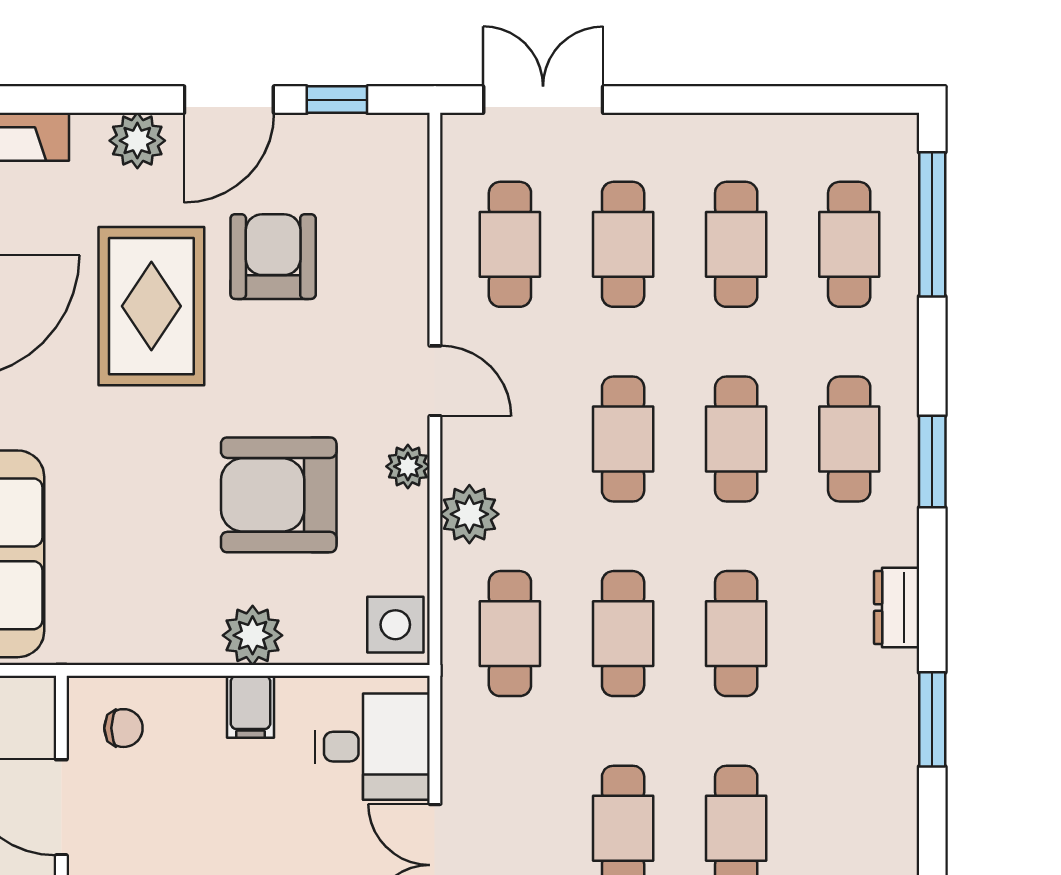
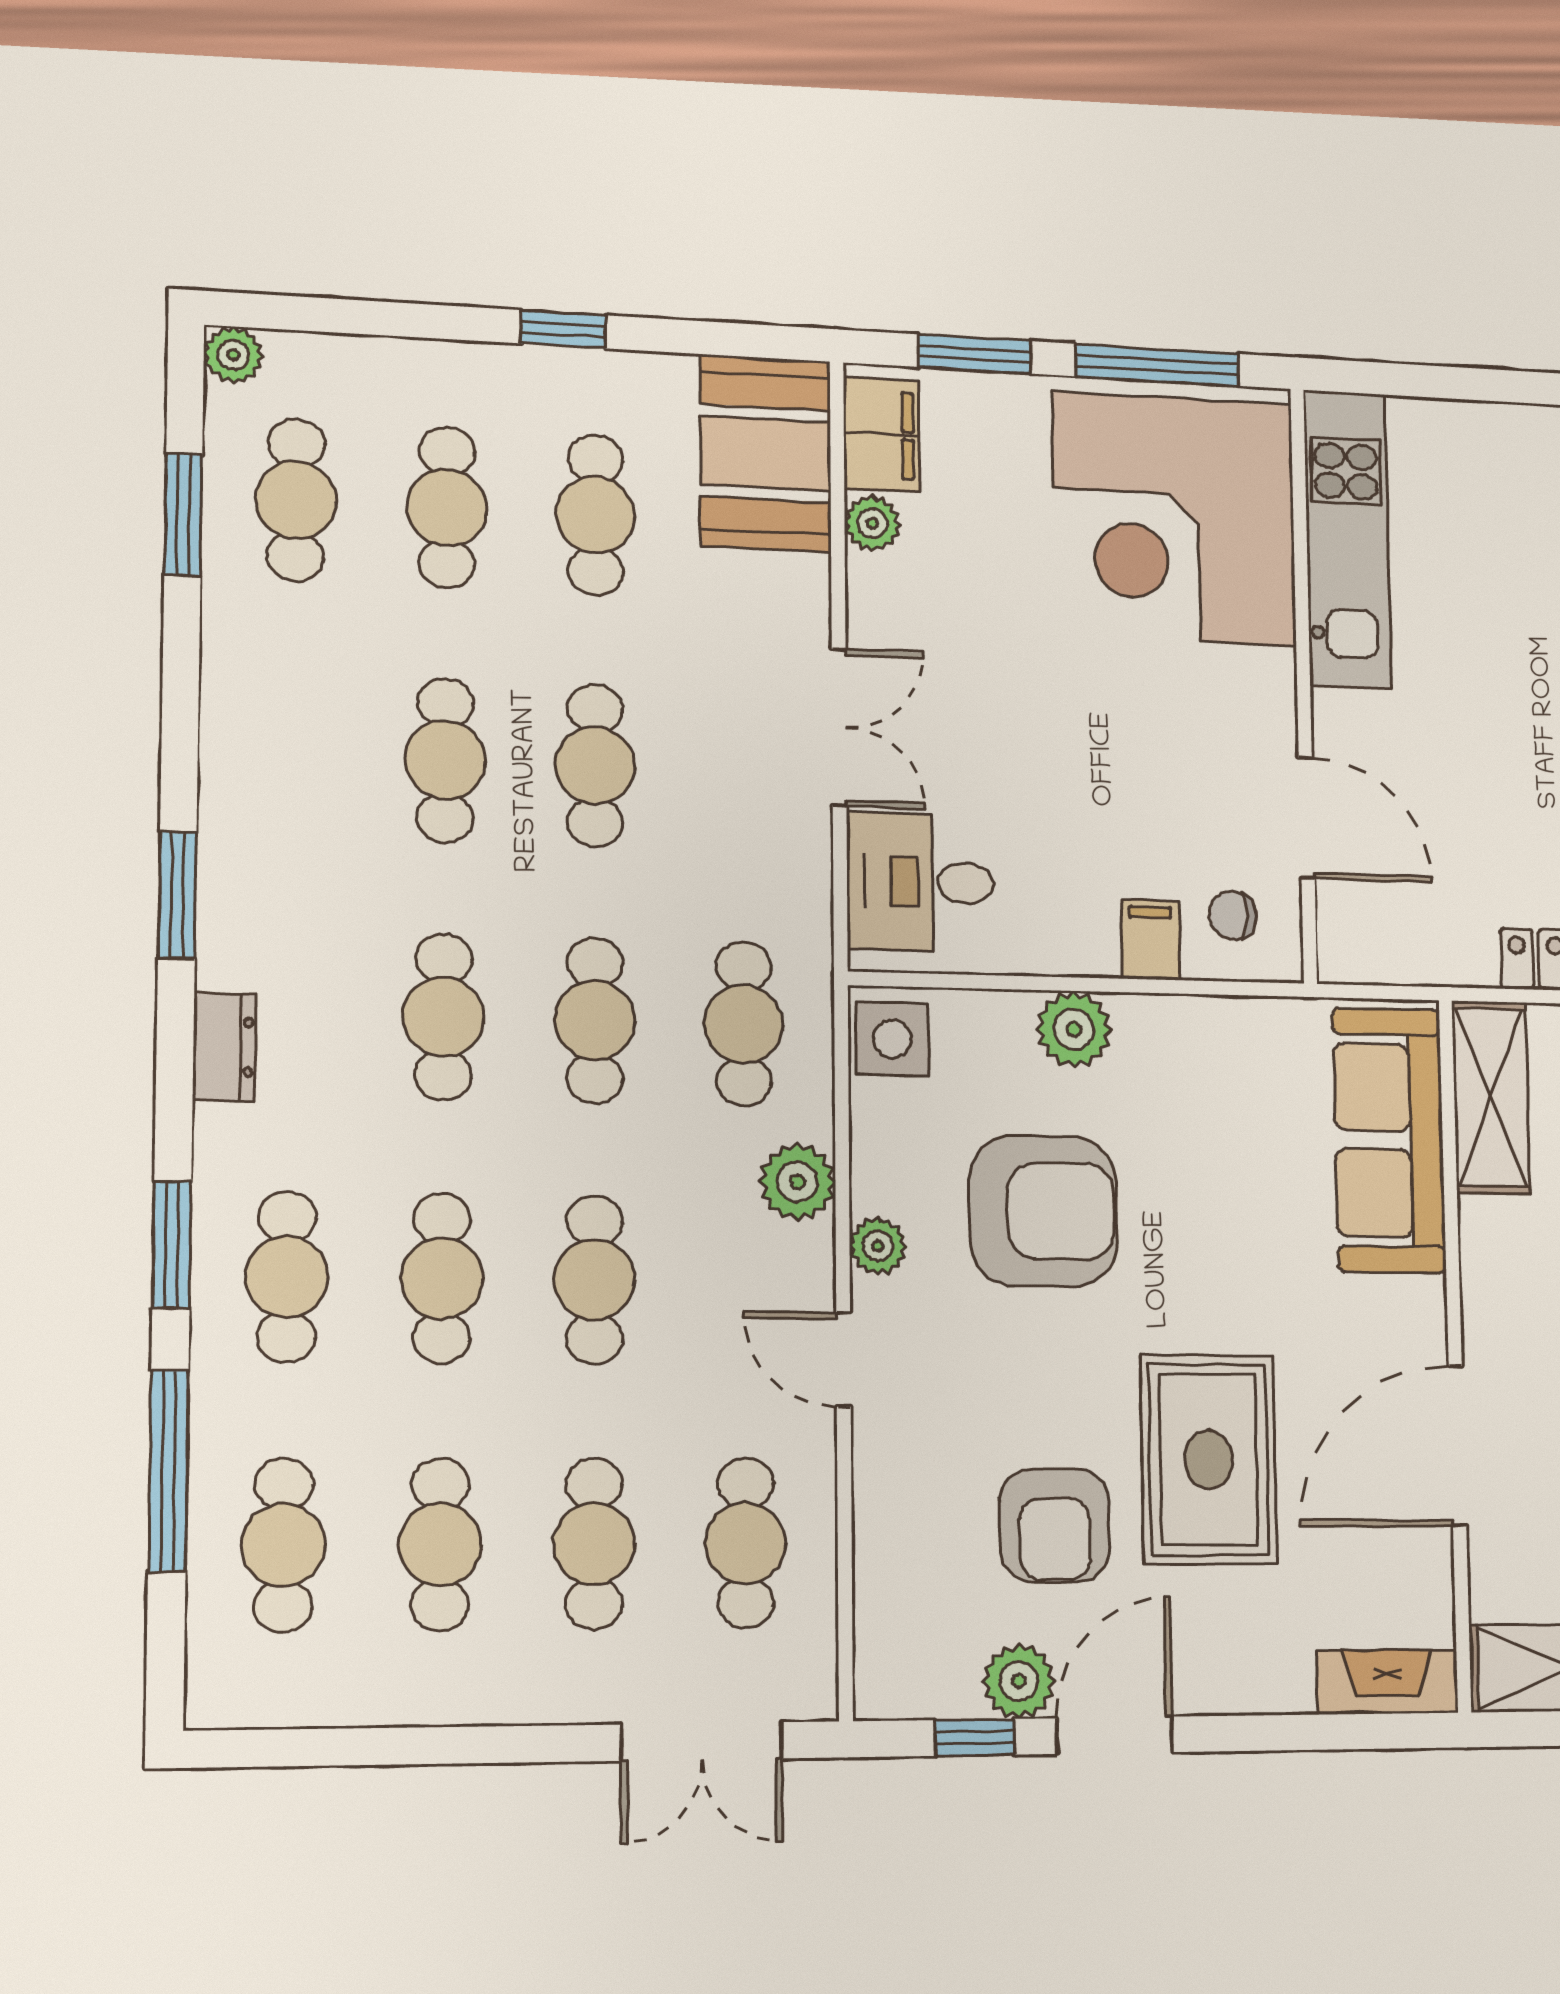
plant: (137, 141) -> (1019, 1681), moved
window: (932, 224) -> (168, 1471), moved
filing cabinet: (250, 707) -> (1151, 940), moved

